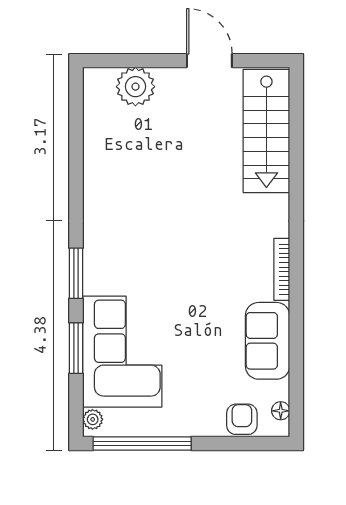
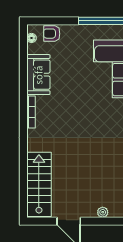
plant: (135, 87) -> (103, 212), width x0.53, depth x0.53
armchair: (242, 419) -> (52, 34), turned 90

